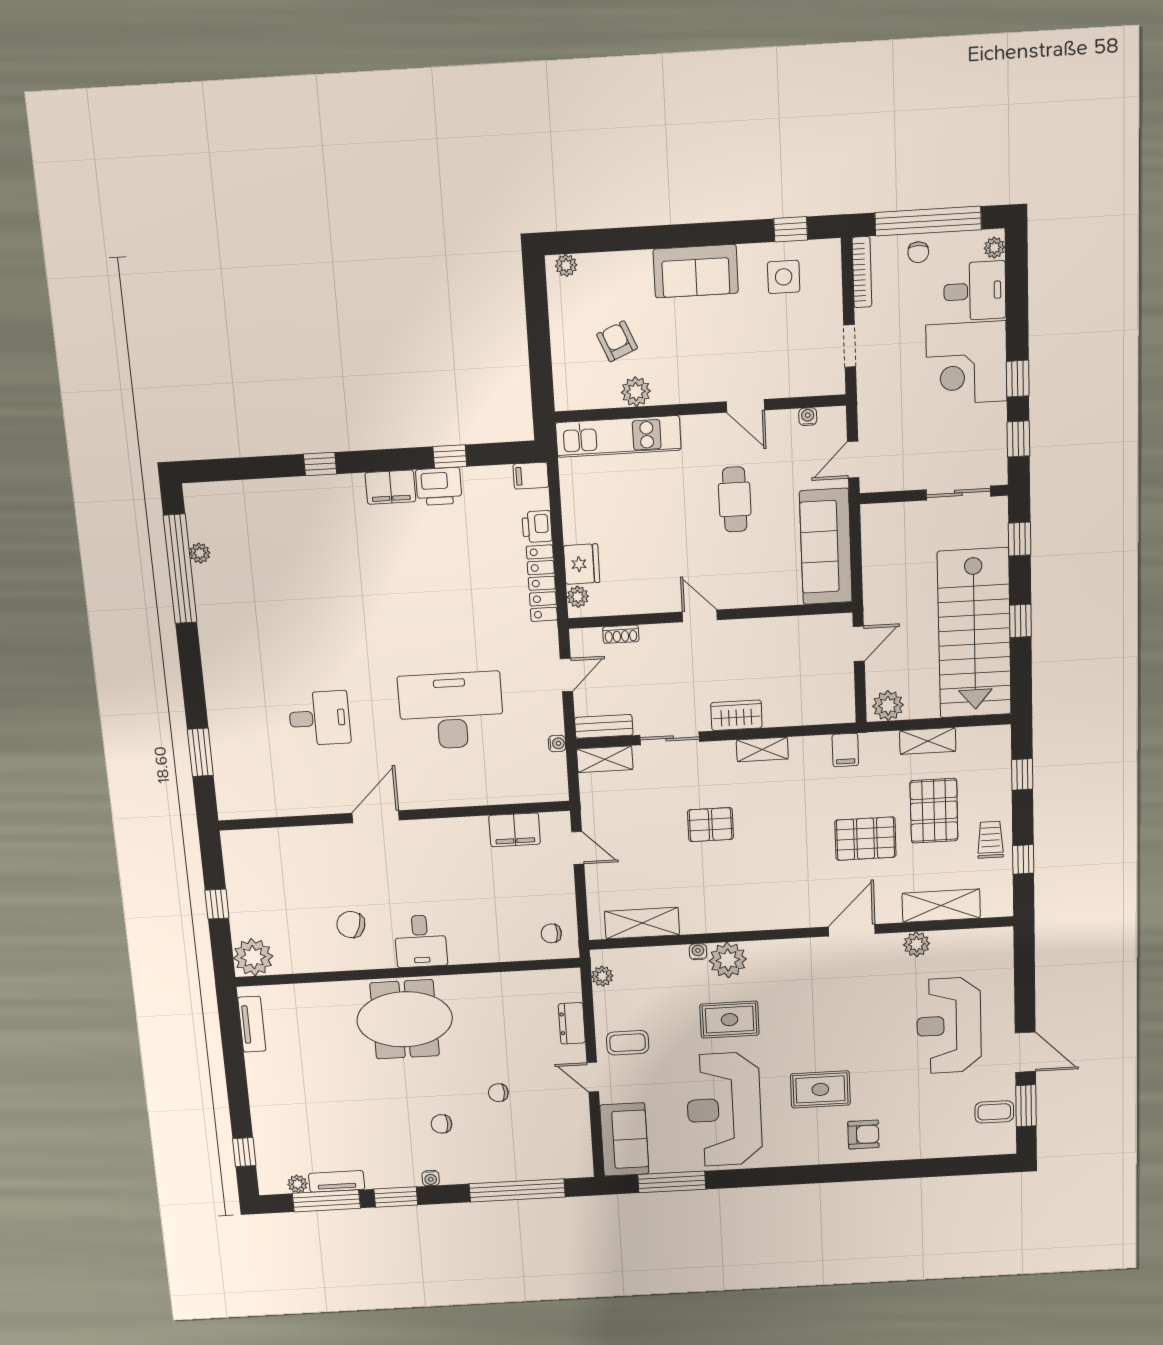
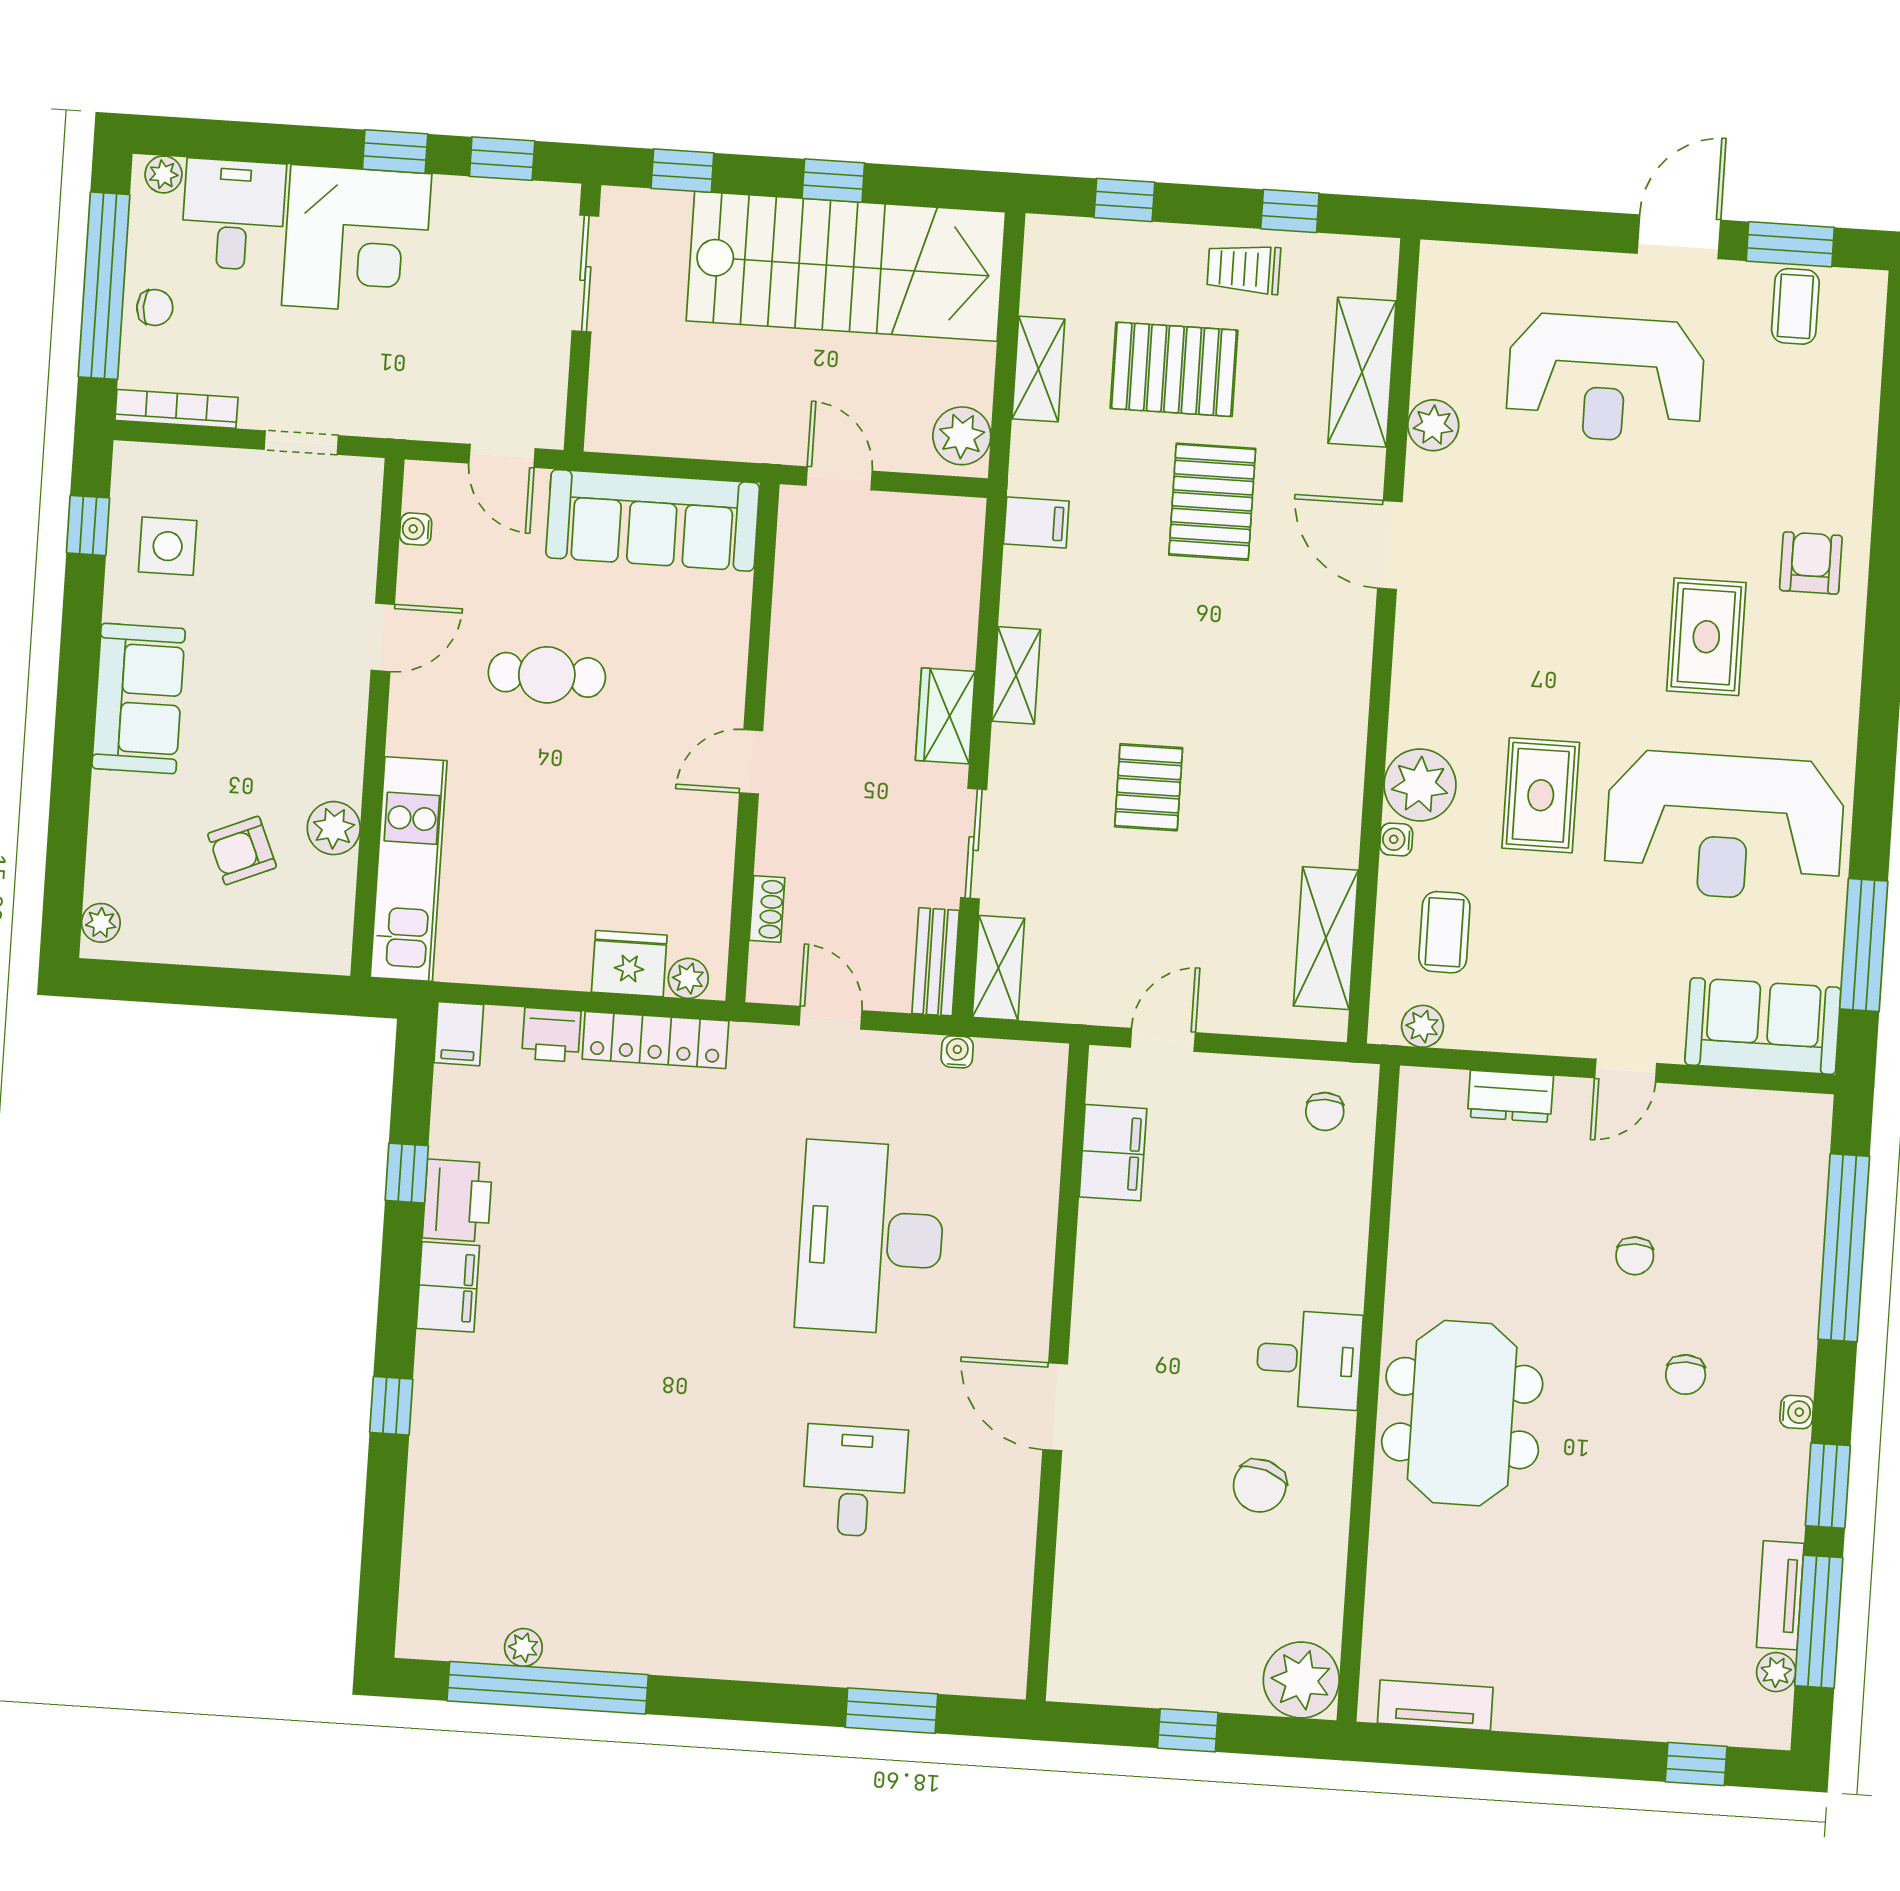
coffee table: (628, 1043) -> (1444, 932), moved

